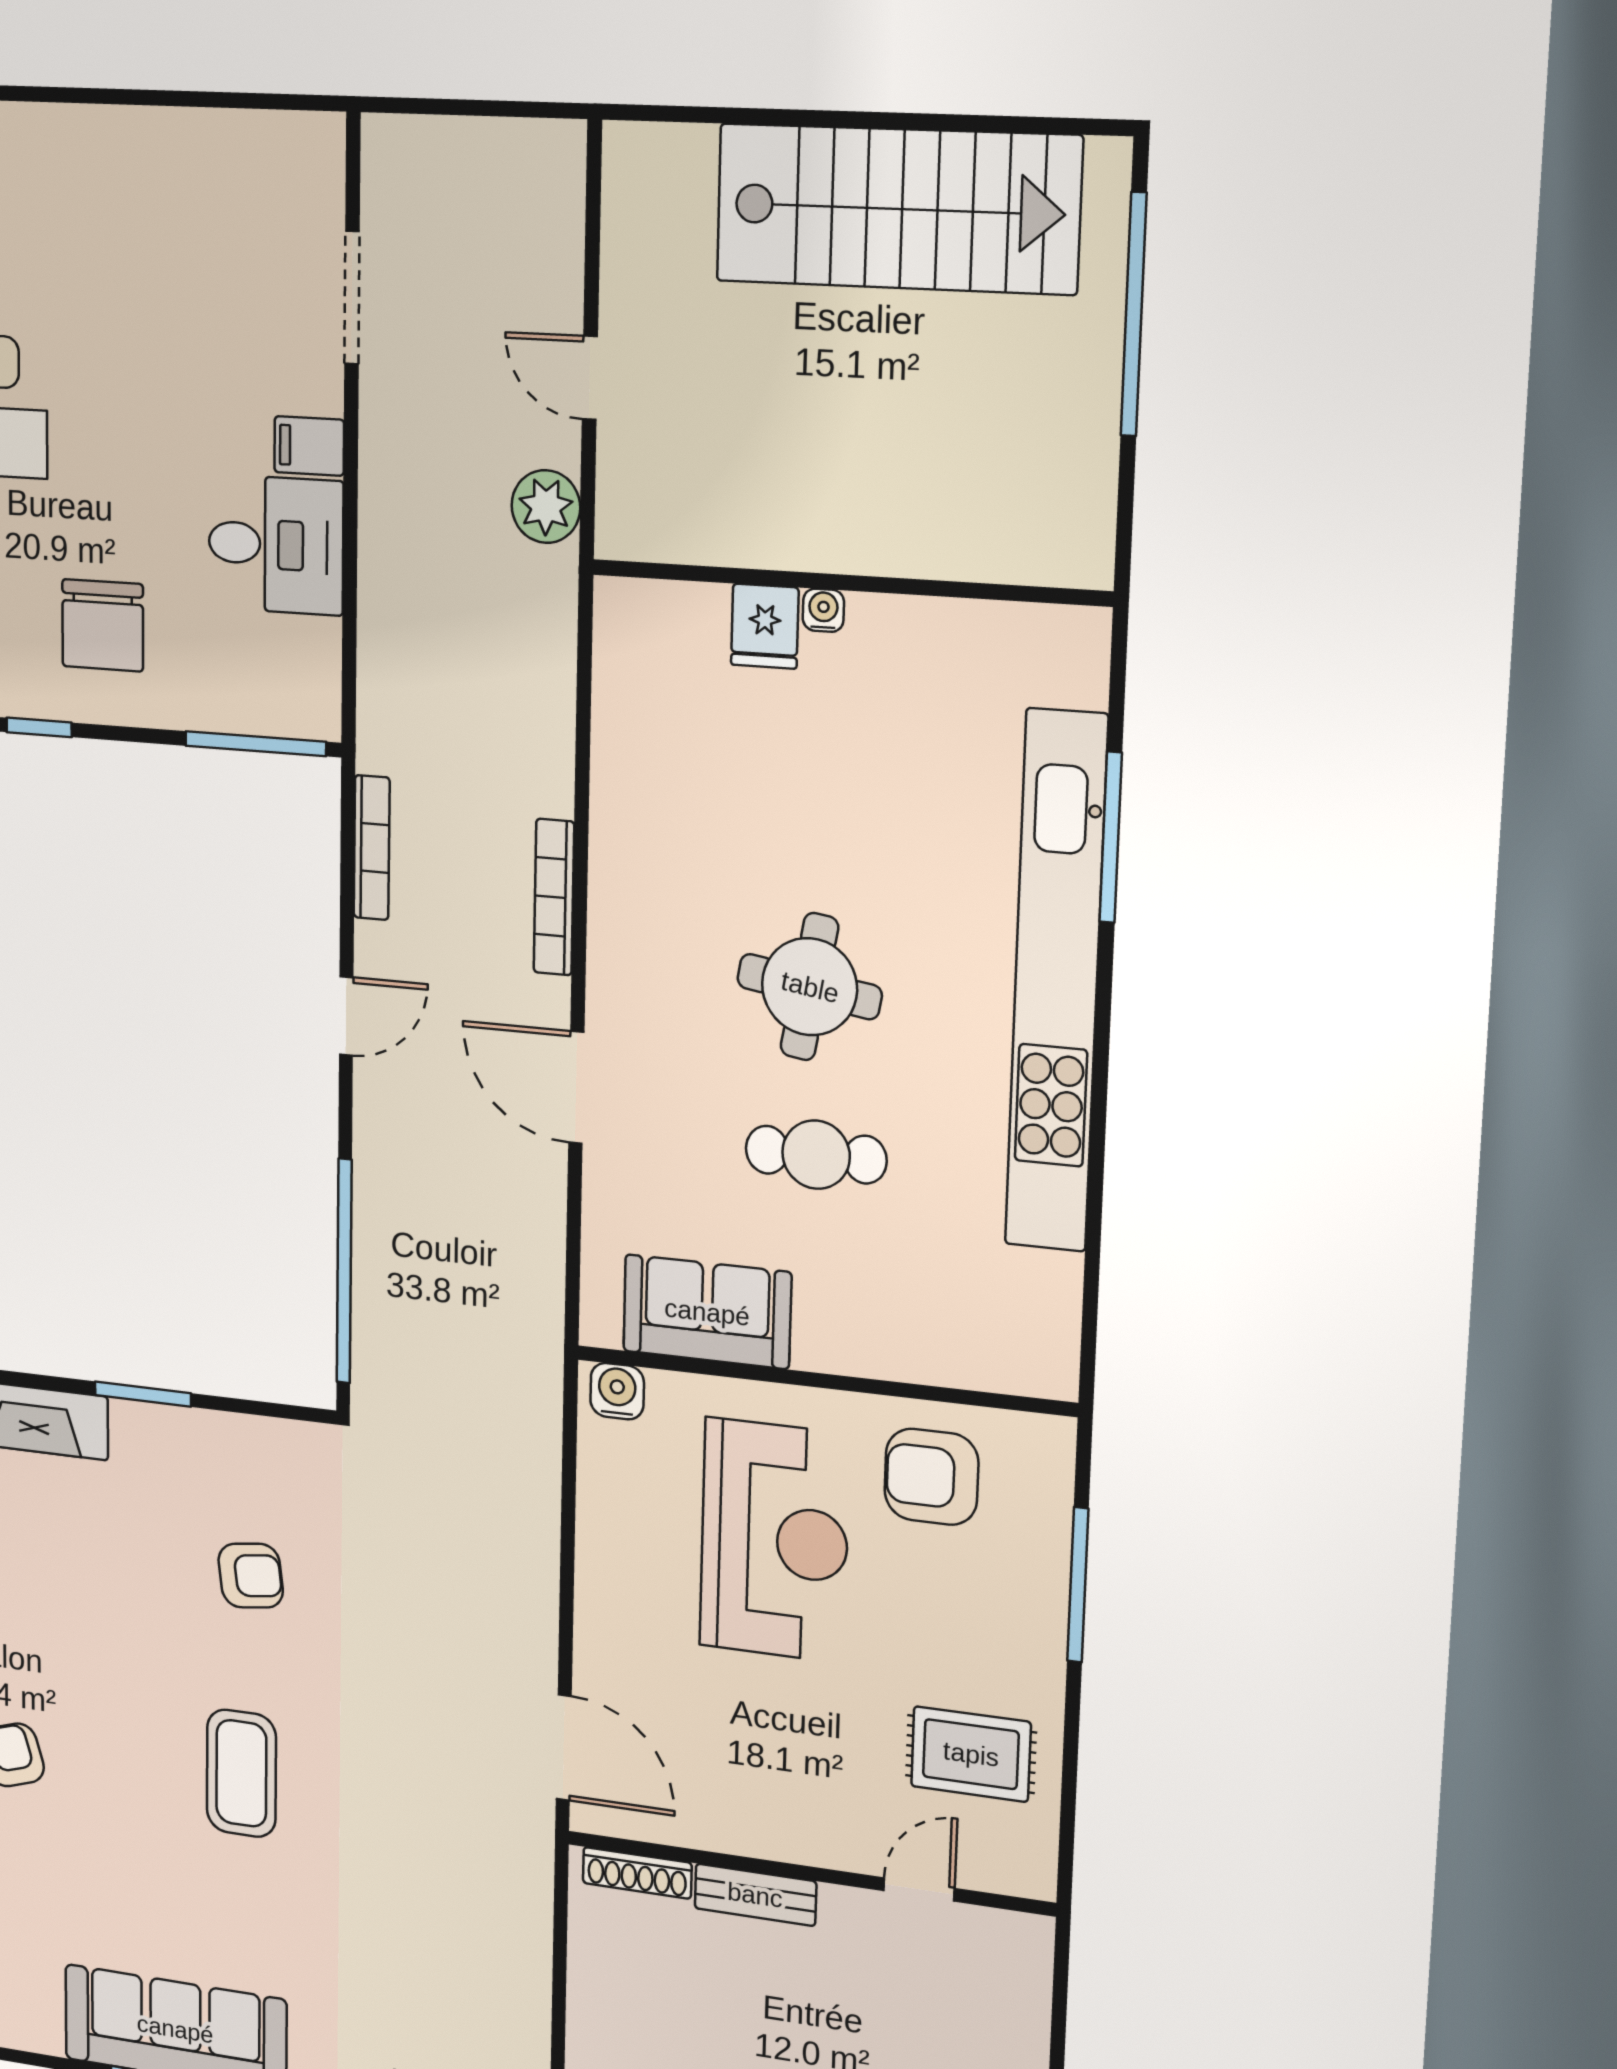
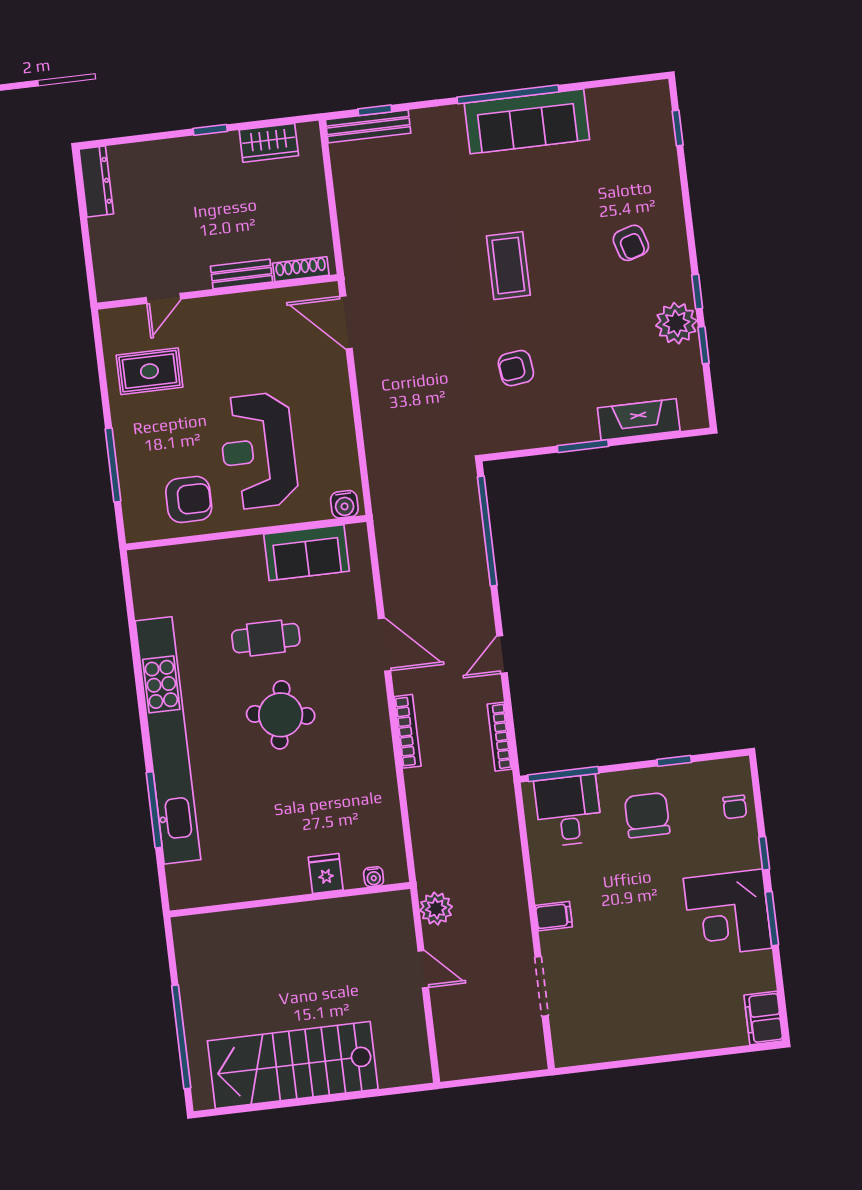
desk: (276, 545) -> (568, 811), moved, turned 90
water cooler: (823, 610) -> (374, 877), moved

